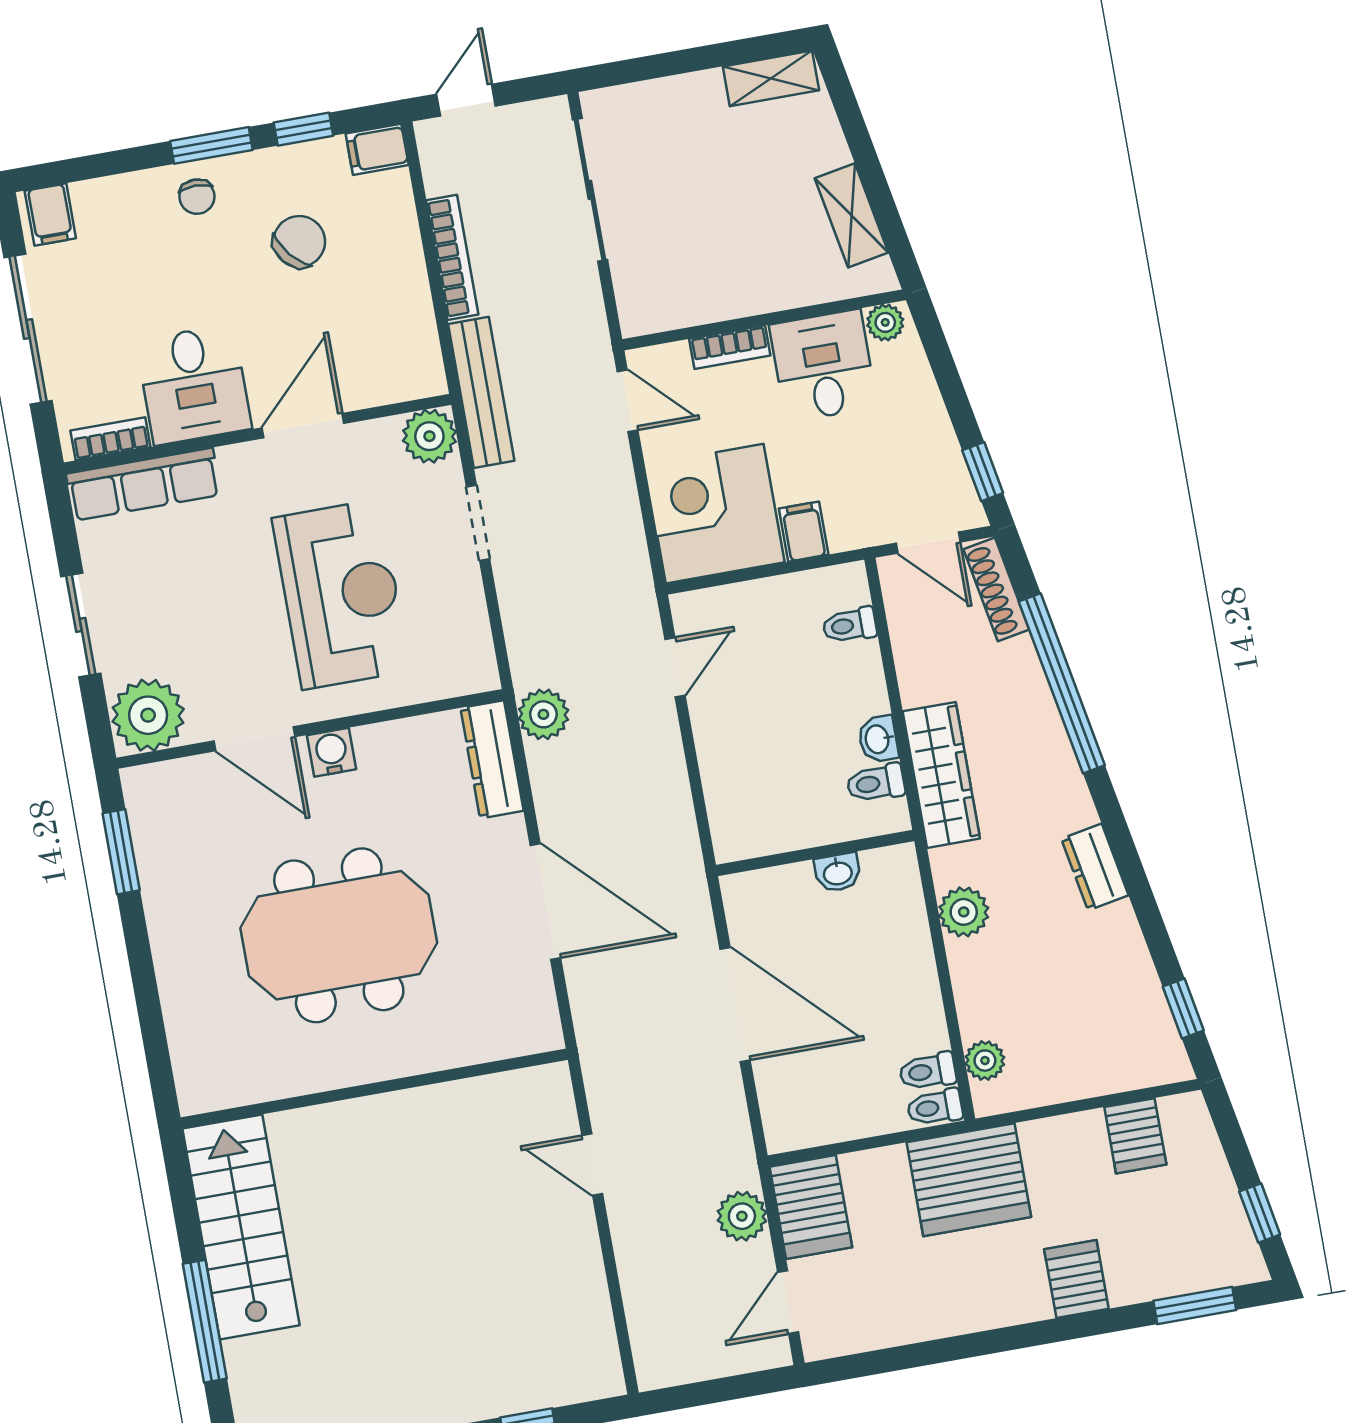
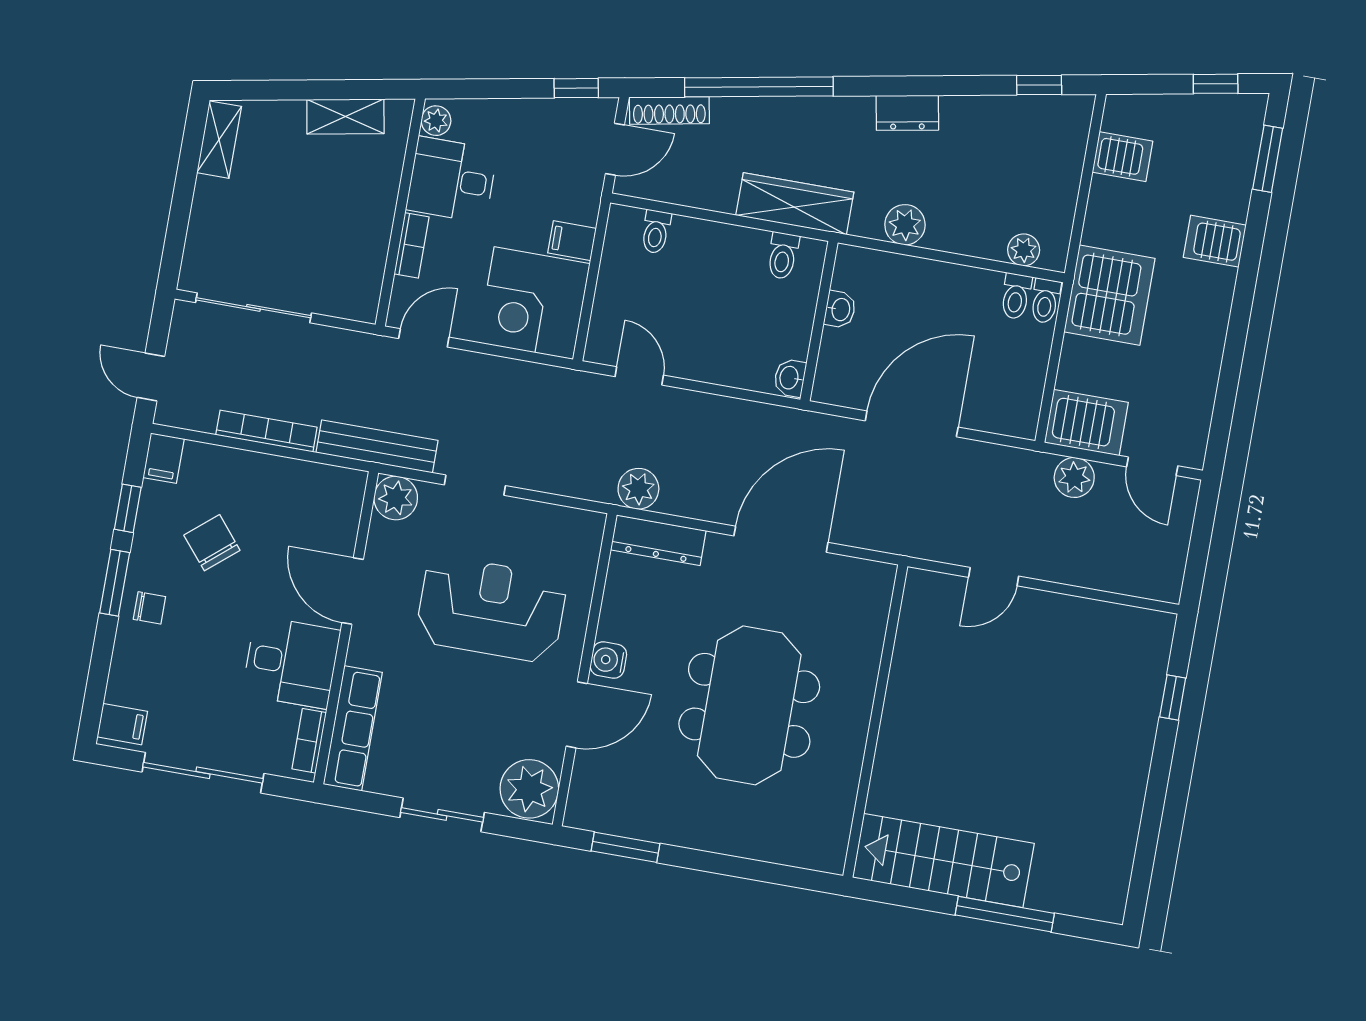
washbasin: (878, 739) -> (790, 378), moved, turned 90

